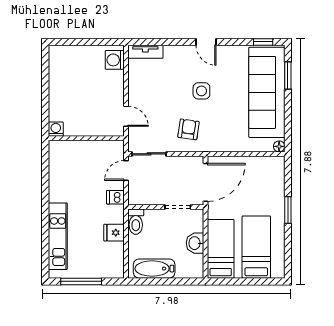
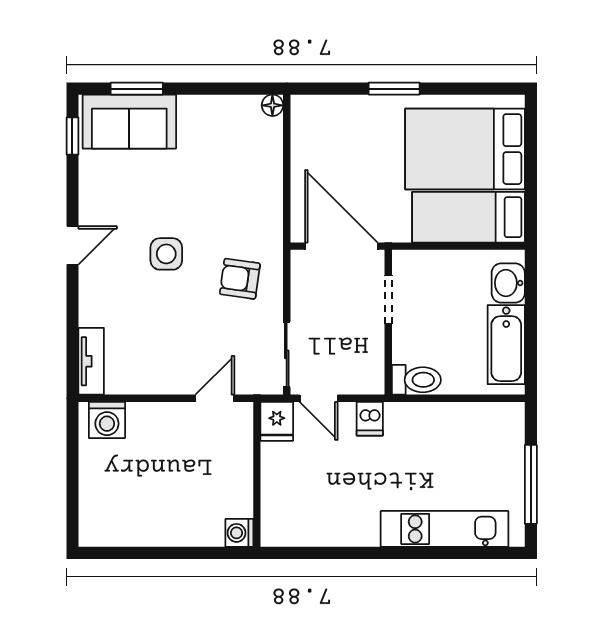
sofa: (267, 92) -> (129, 122), width x0.54, depth x0.79
fridge: (114, 233) -> (277, 421), moved
washbasin: (195, 243) -> (508, 283), moved, turned 90
bed: (256, 247) -> (465, 149), width x1.50

